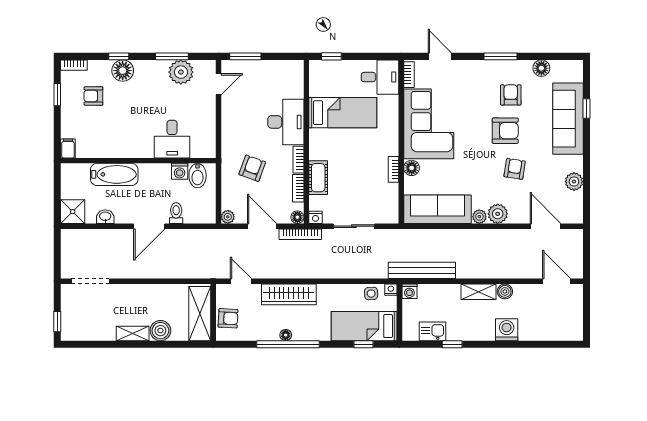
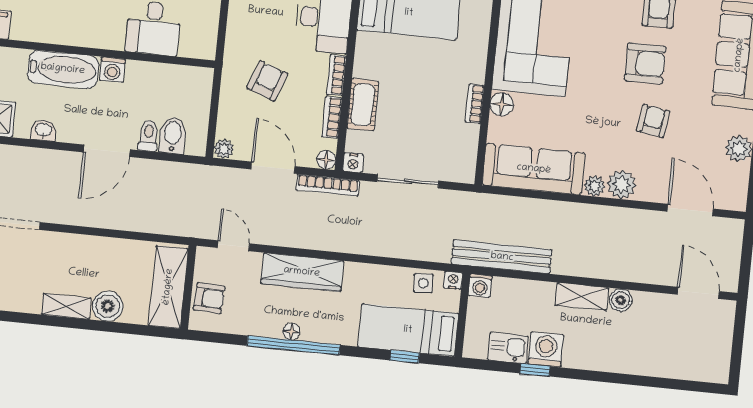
washing machine: (180, 171) -> (112, 70), moved
bidet: (198, 176) -> (173, 135), moved, turned 180
washing machine: (507, 330) -> (546, 349), moved

